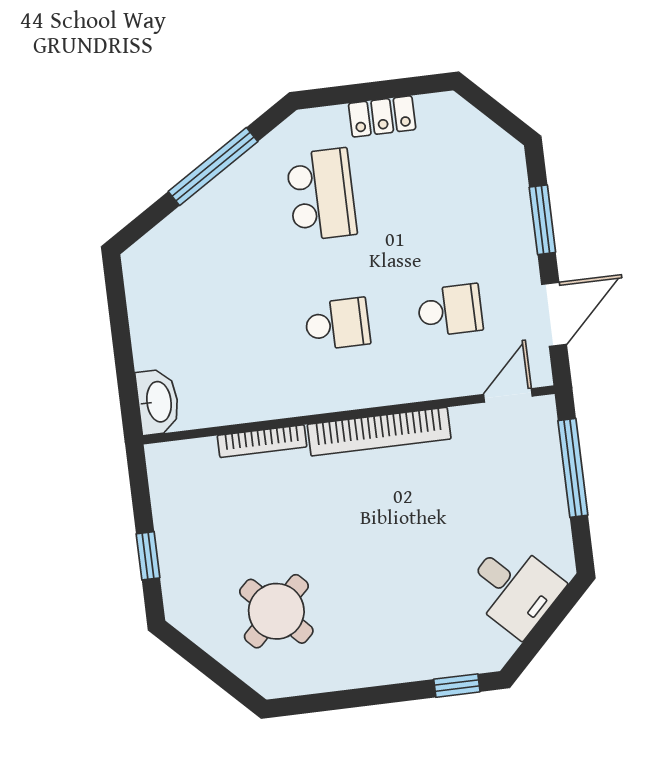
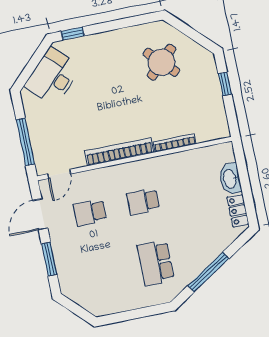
locker: (382, 116) -> (238, 211), moved, turned -90
washbasin: (158, 402) -> (230, 179), moved
desk: (514, 588) -> (53, 77), width x1.37

